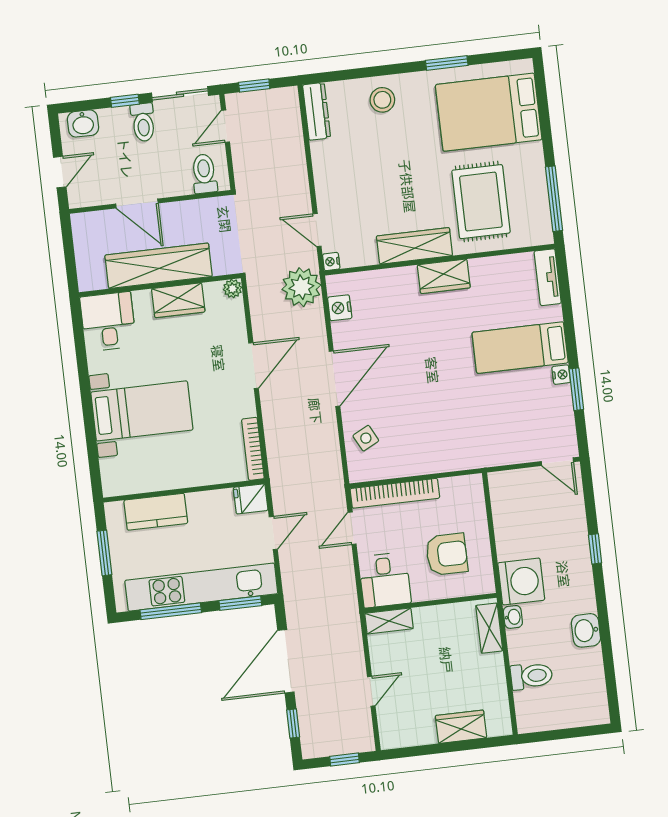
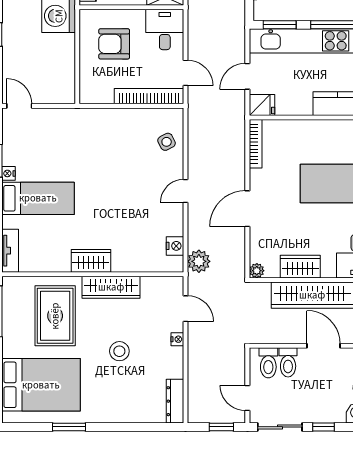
stool: (382, 100) -> (119, 351), moved
toilet: (143, 122) -> (288, 362), moved, turned 180
door: (225, 126) -> (247, 398), swing flipped
nightstand: (331, 262) -> (177, 339), moved
plant: (301, 287) -> (199, 261), width x0.73, depth x0.73
door: (335, 379) -> (186, 191), width x0.53
door: (352, 528) -> (186, 73), hinge flipped

